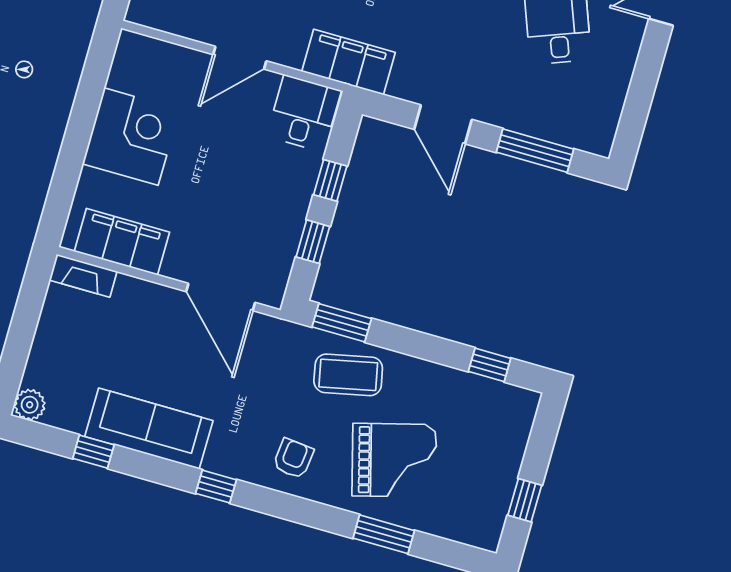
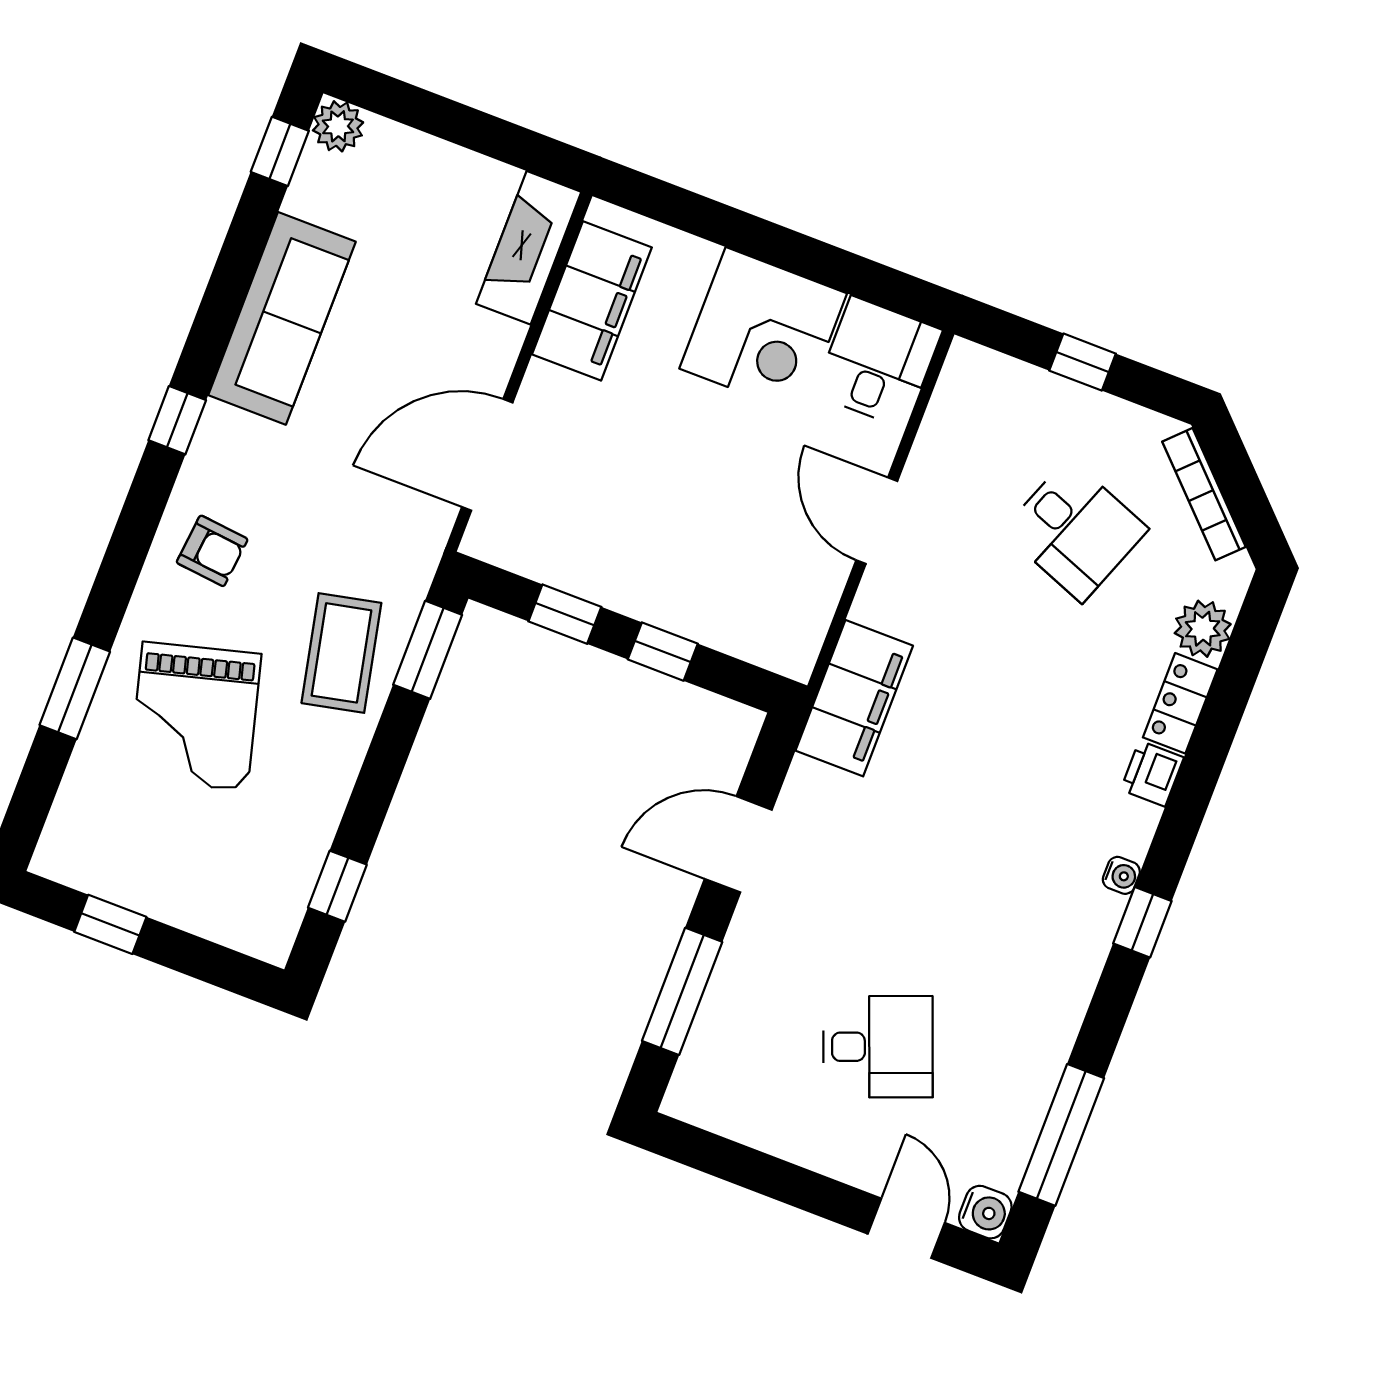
desk: (304, 113) -> (878, 362), moved, turned -90
fireplace: (83, 276) -> (529, 248), width x1.37, depth x1.32
window: (93, 452) -> (280, 151), moved

